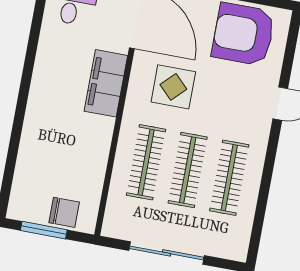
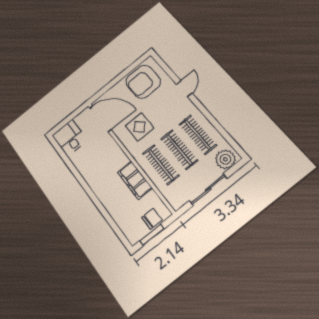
filing cabinet: (106, 83) -> (135, 180), moved
plant: (226, 242) -> (225, 159), added

